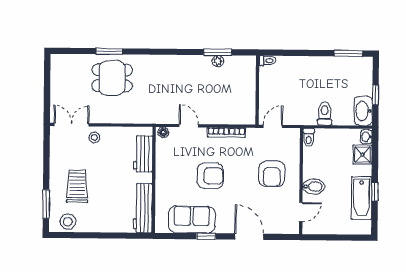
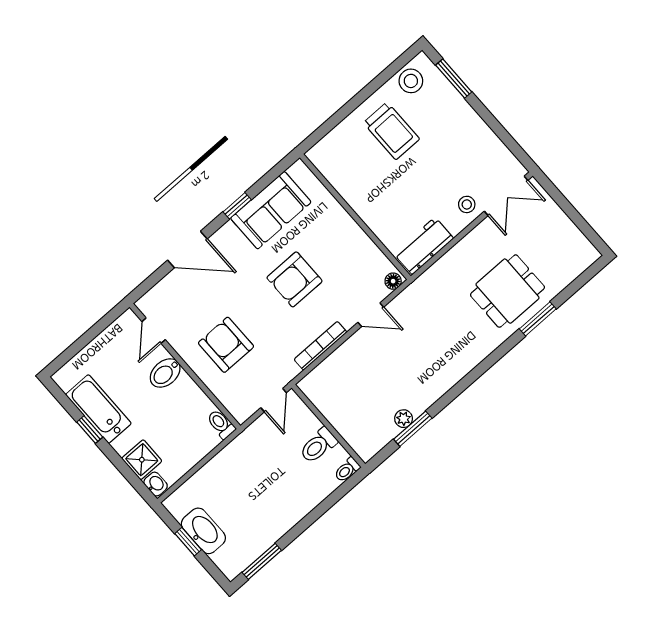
washbasin: (363, 111) -> (203, 531), moved
toilet: (325, 113) -> (318, 445), moved, turned 90
workbench: (143, 154) -> (424, 246), moved, turned -90
trolley: (77, 186) -> (392, 131), moved
workbench: (143, 208) -> (339, 173), removed

